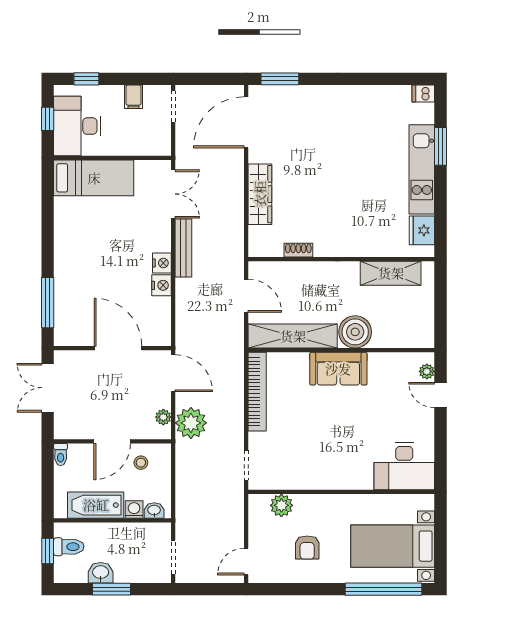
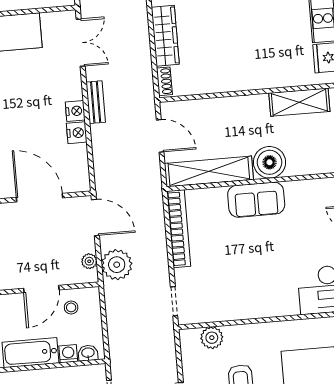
bench: (183, 248) -> (96, 102), width x0.73
shoe rack: (298, 250) -> (164, 81), moved, turned 90

